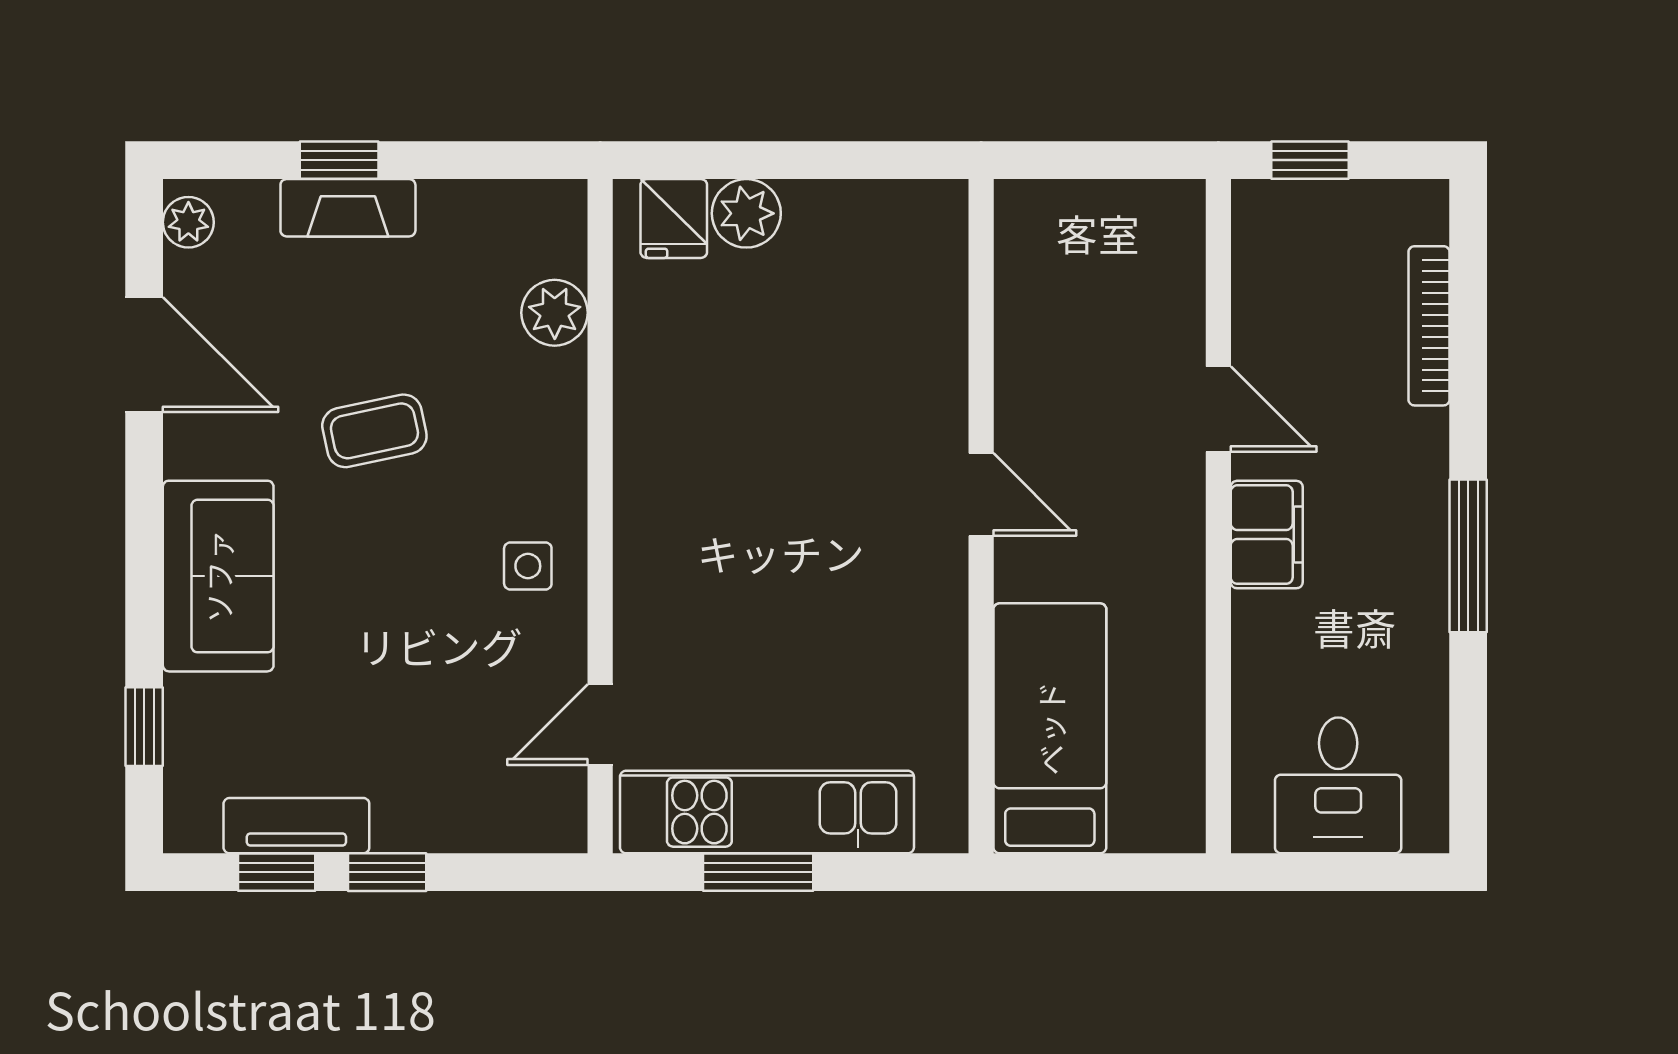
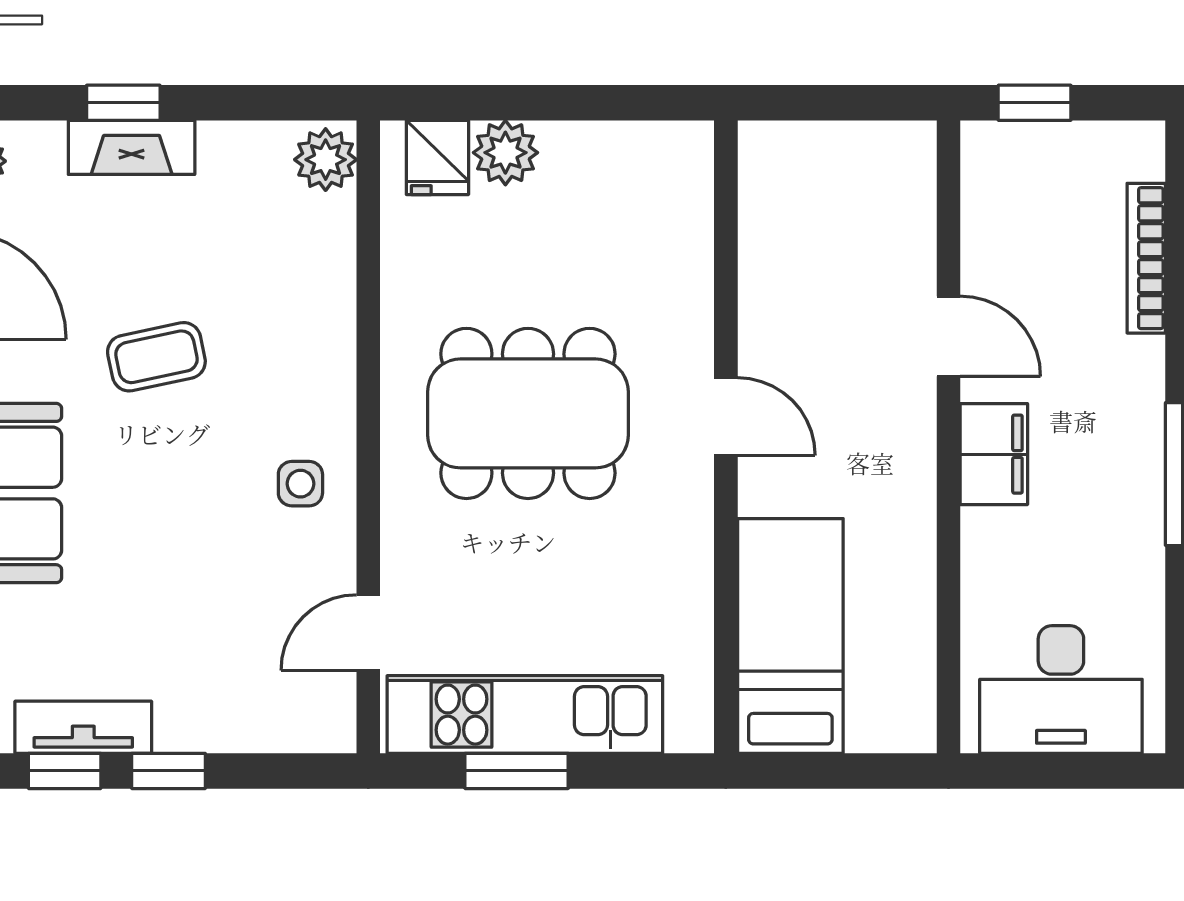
plant: (555, 313) -> (326, 160), moved
dining table: (770, 491) -> (528, 413), added
desk: (1338, 785) -> (1061, 690), width x1.37

